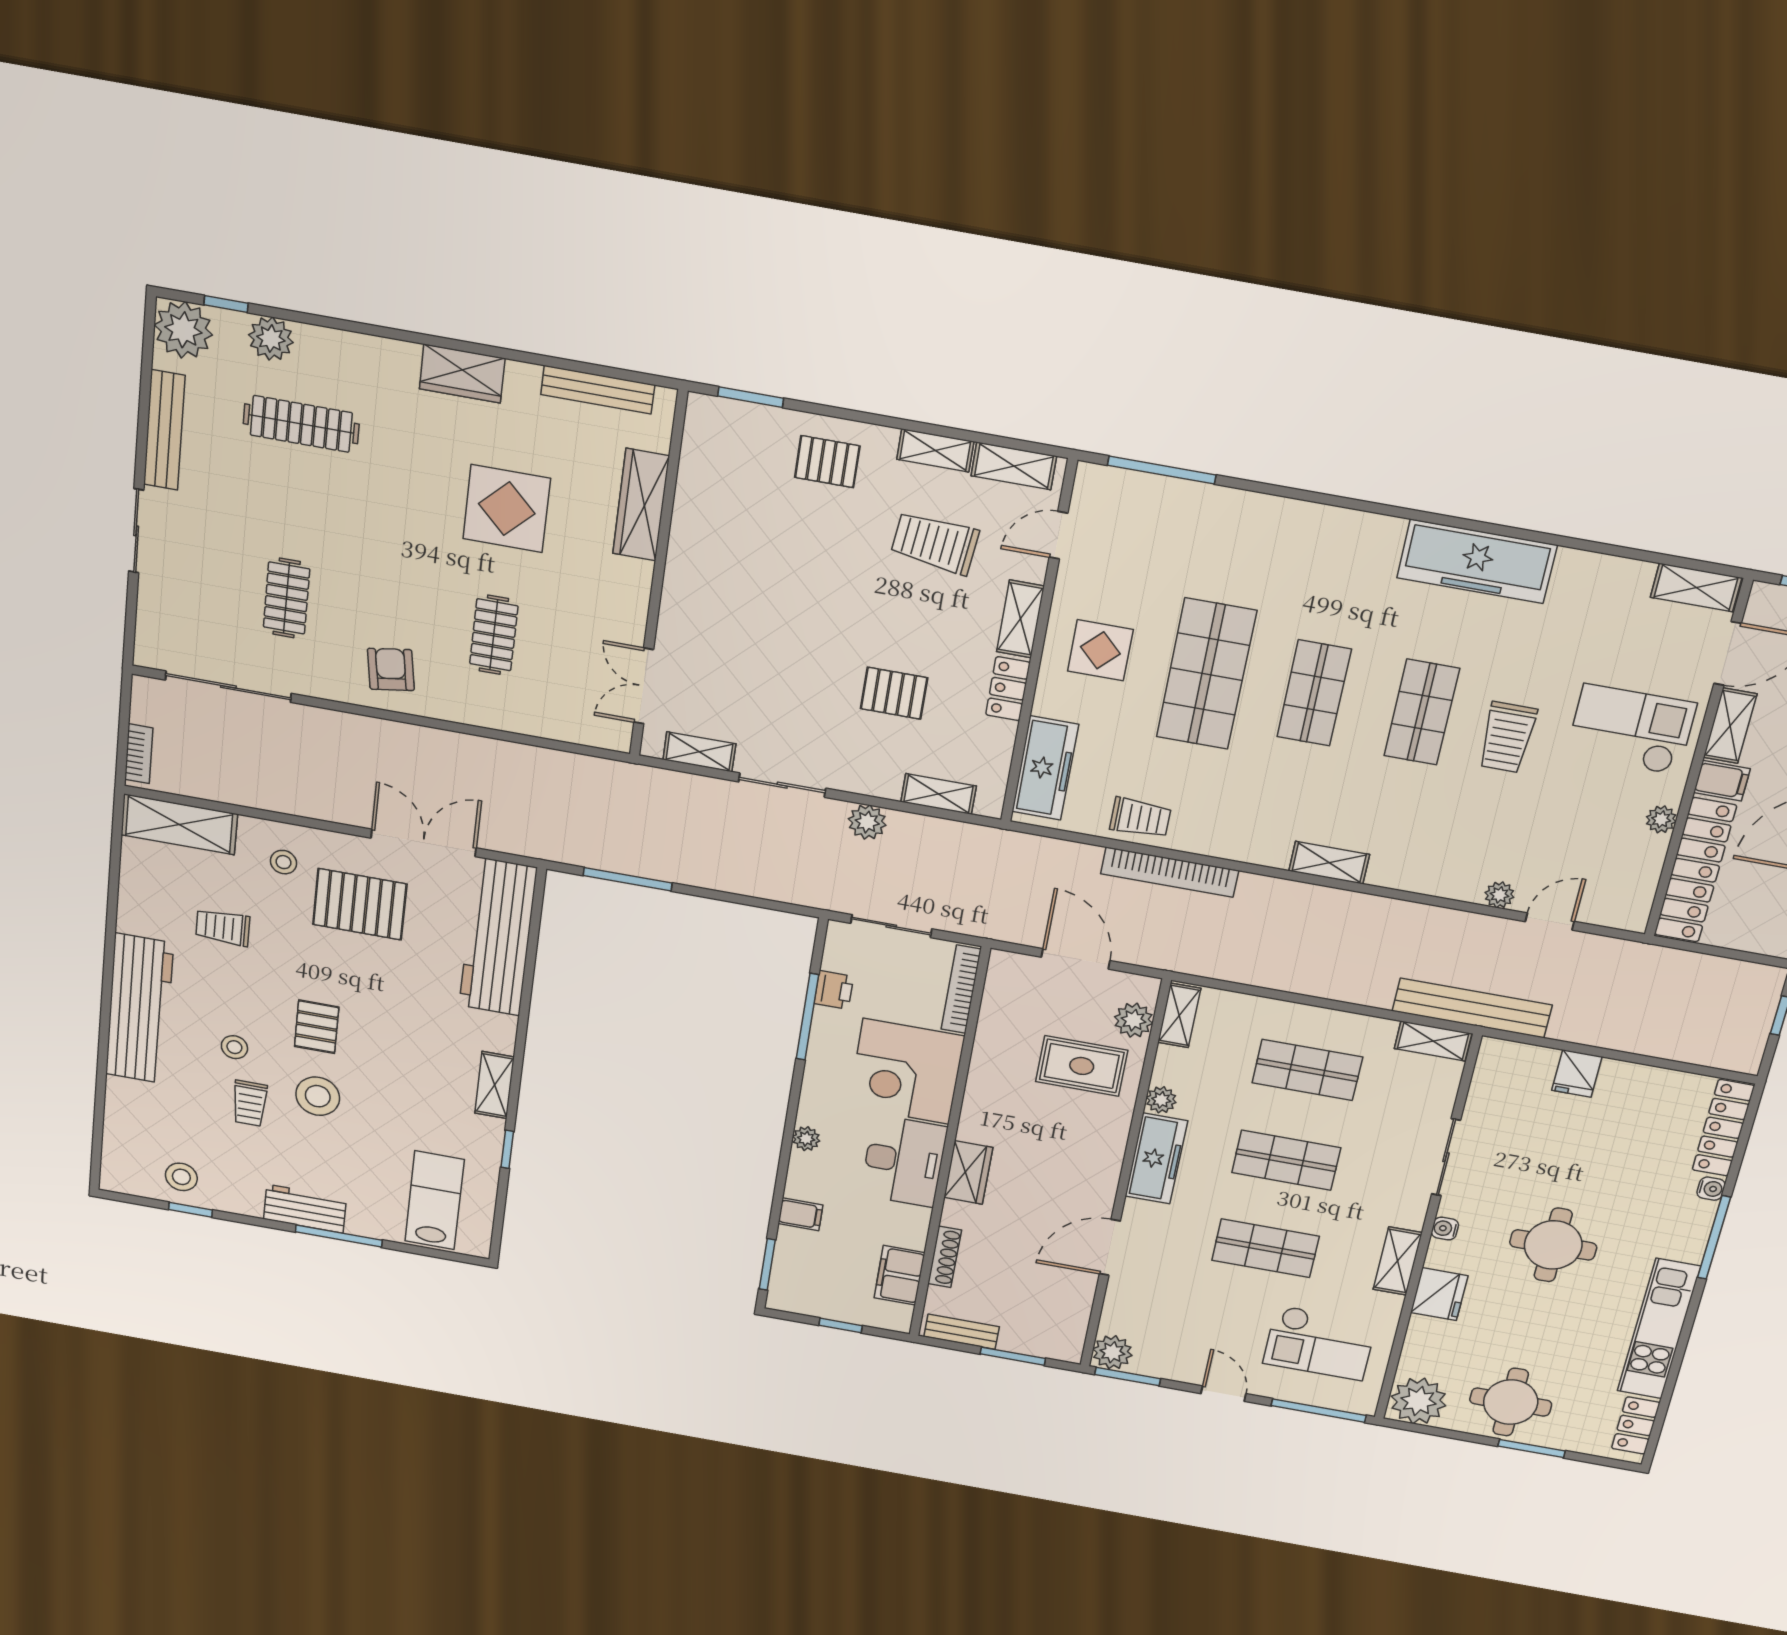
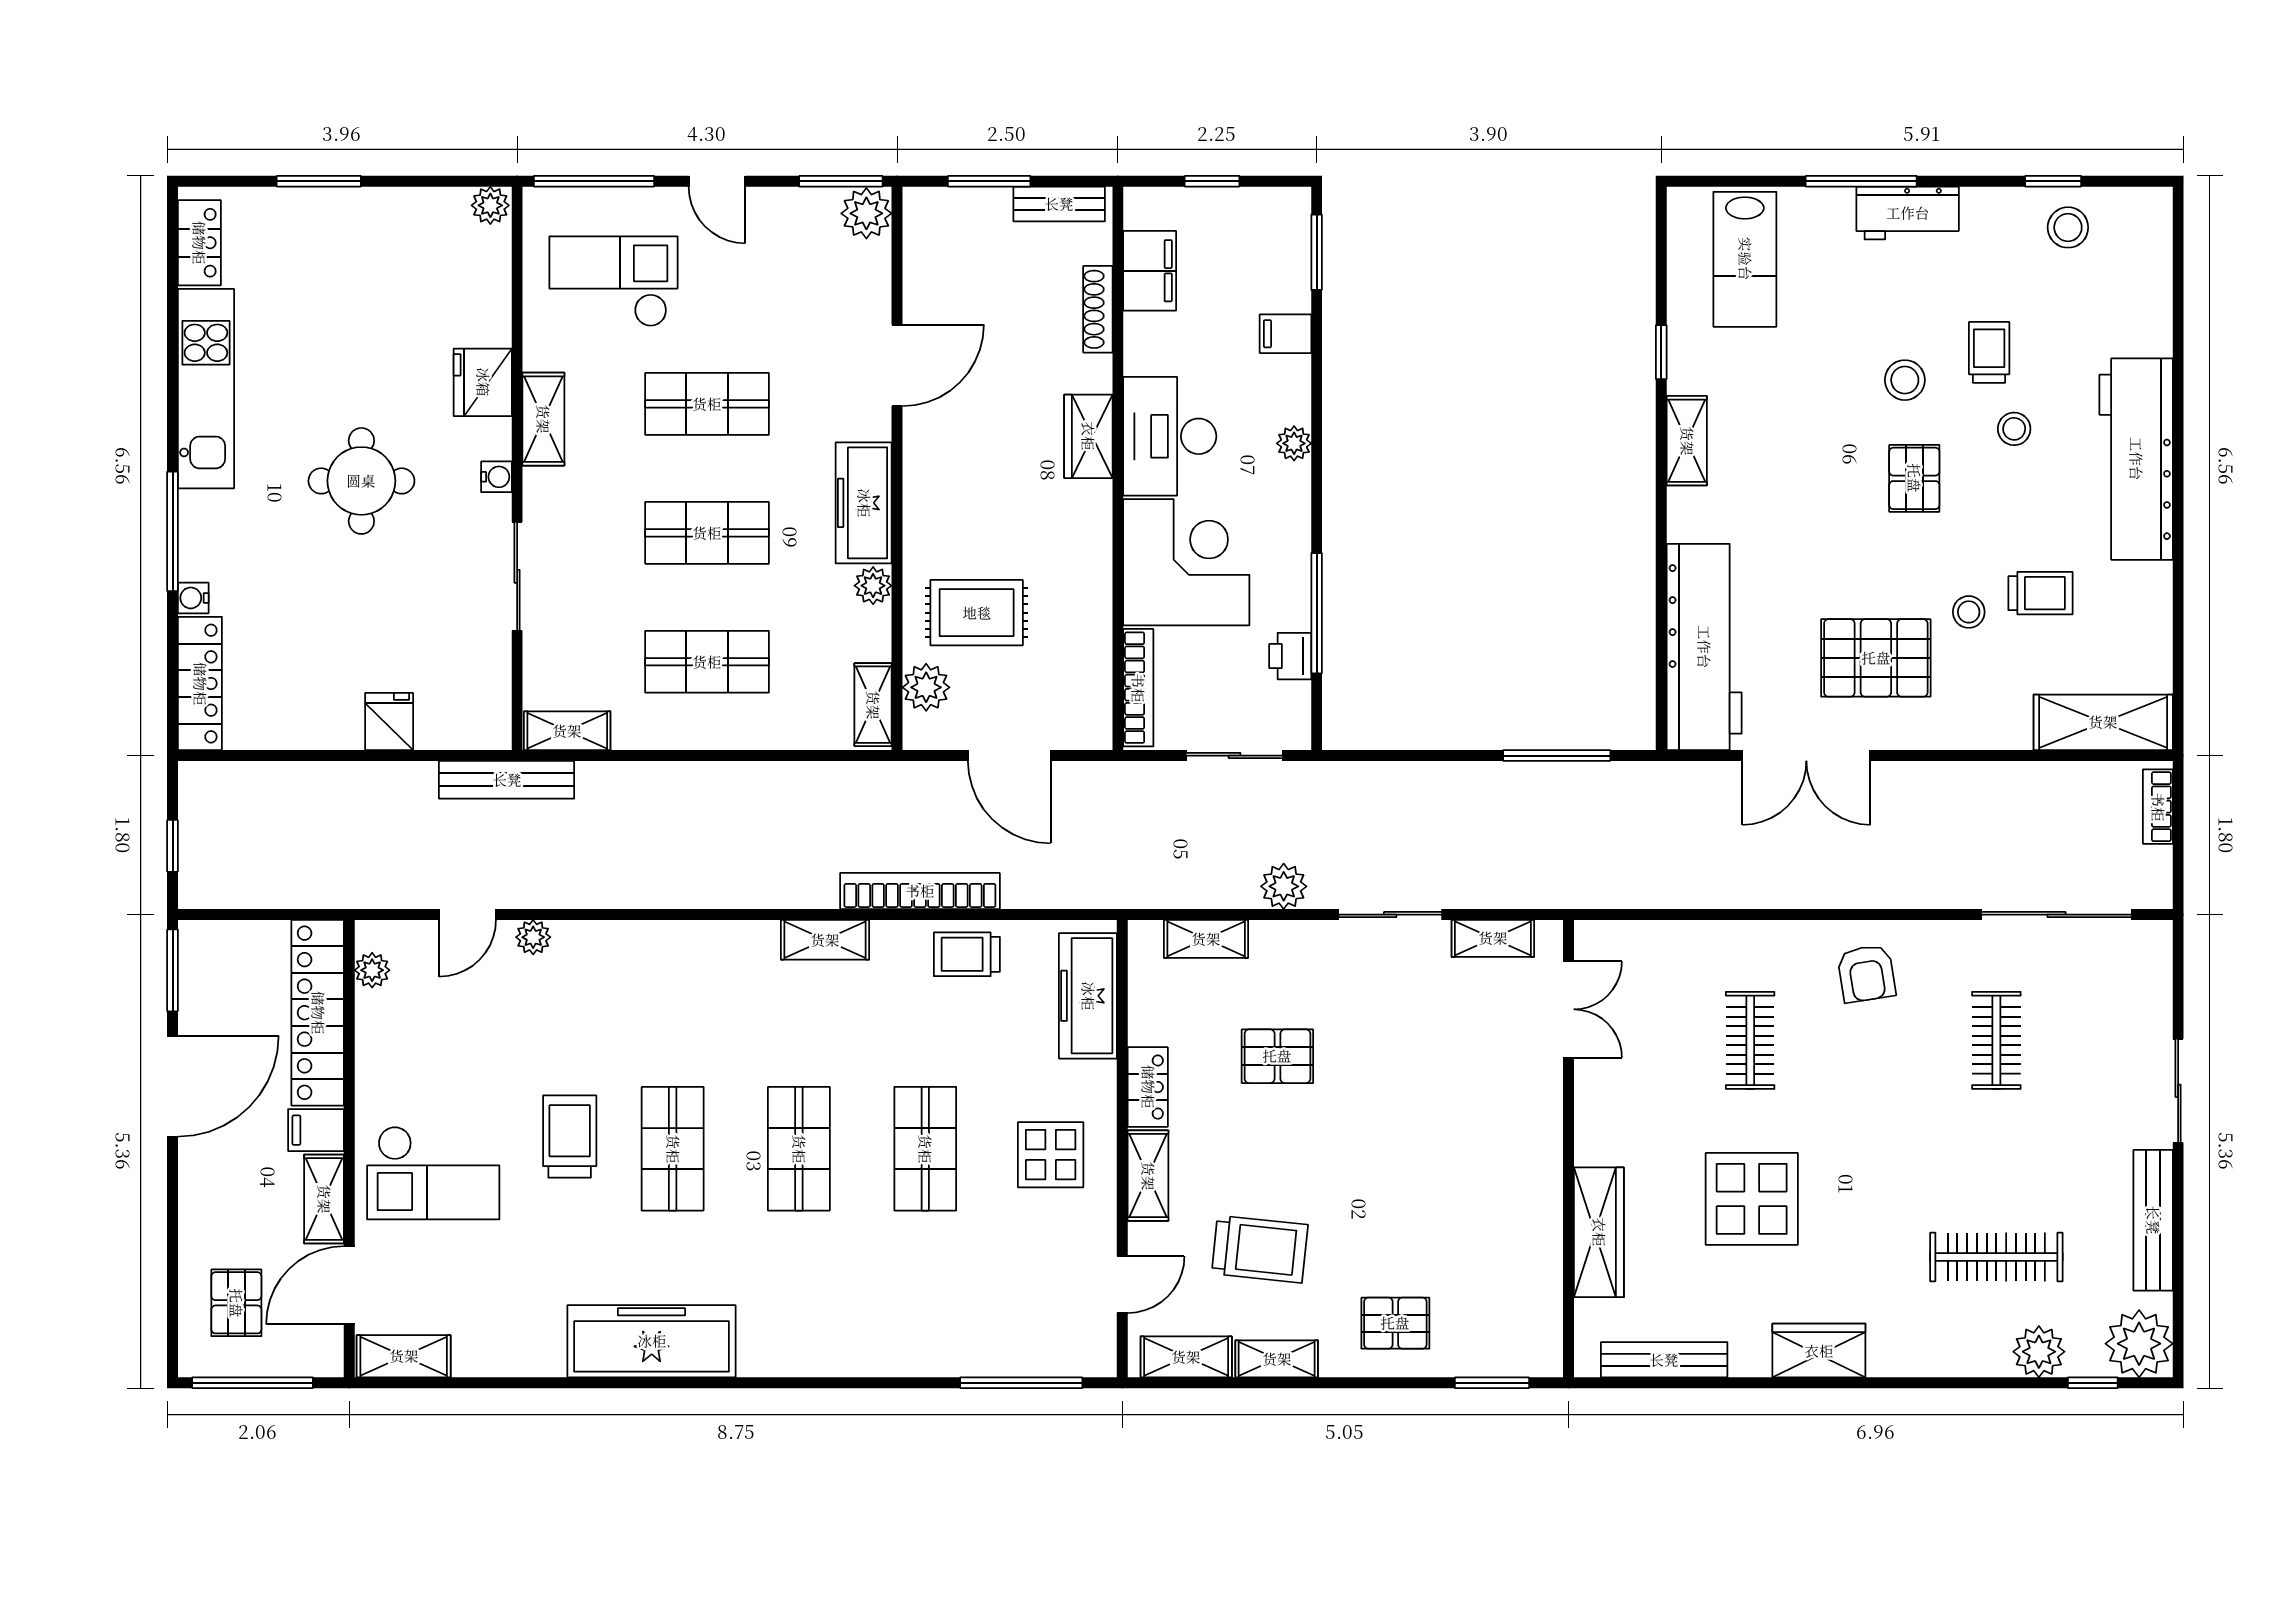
shop shelf: (1206, 674) -> (925, 1149), width x0.70, depth x0.74
plant: (1661, 819) -> (372, 970), moved
stool: (283, 862) -> (1969, 612), moved
shelving: (1329, 863) -> (825, 940), moved
bench: (1472, 1008) -> (507, 780), width x0.73, depth x0.82
stool: (318, 1096) -> (1905, 380), width x0.73, depth x0.73
plant: (1418, 1401) -> (490, 205), width x0.53, depth x0.53
round table: (1511, 1402) -> (360, 244), removed

